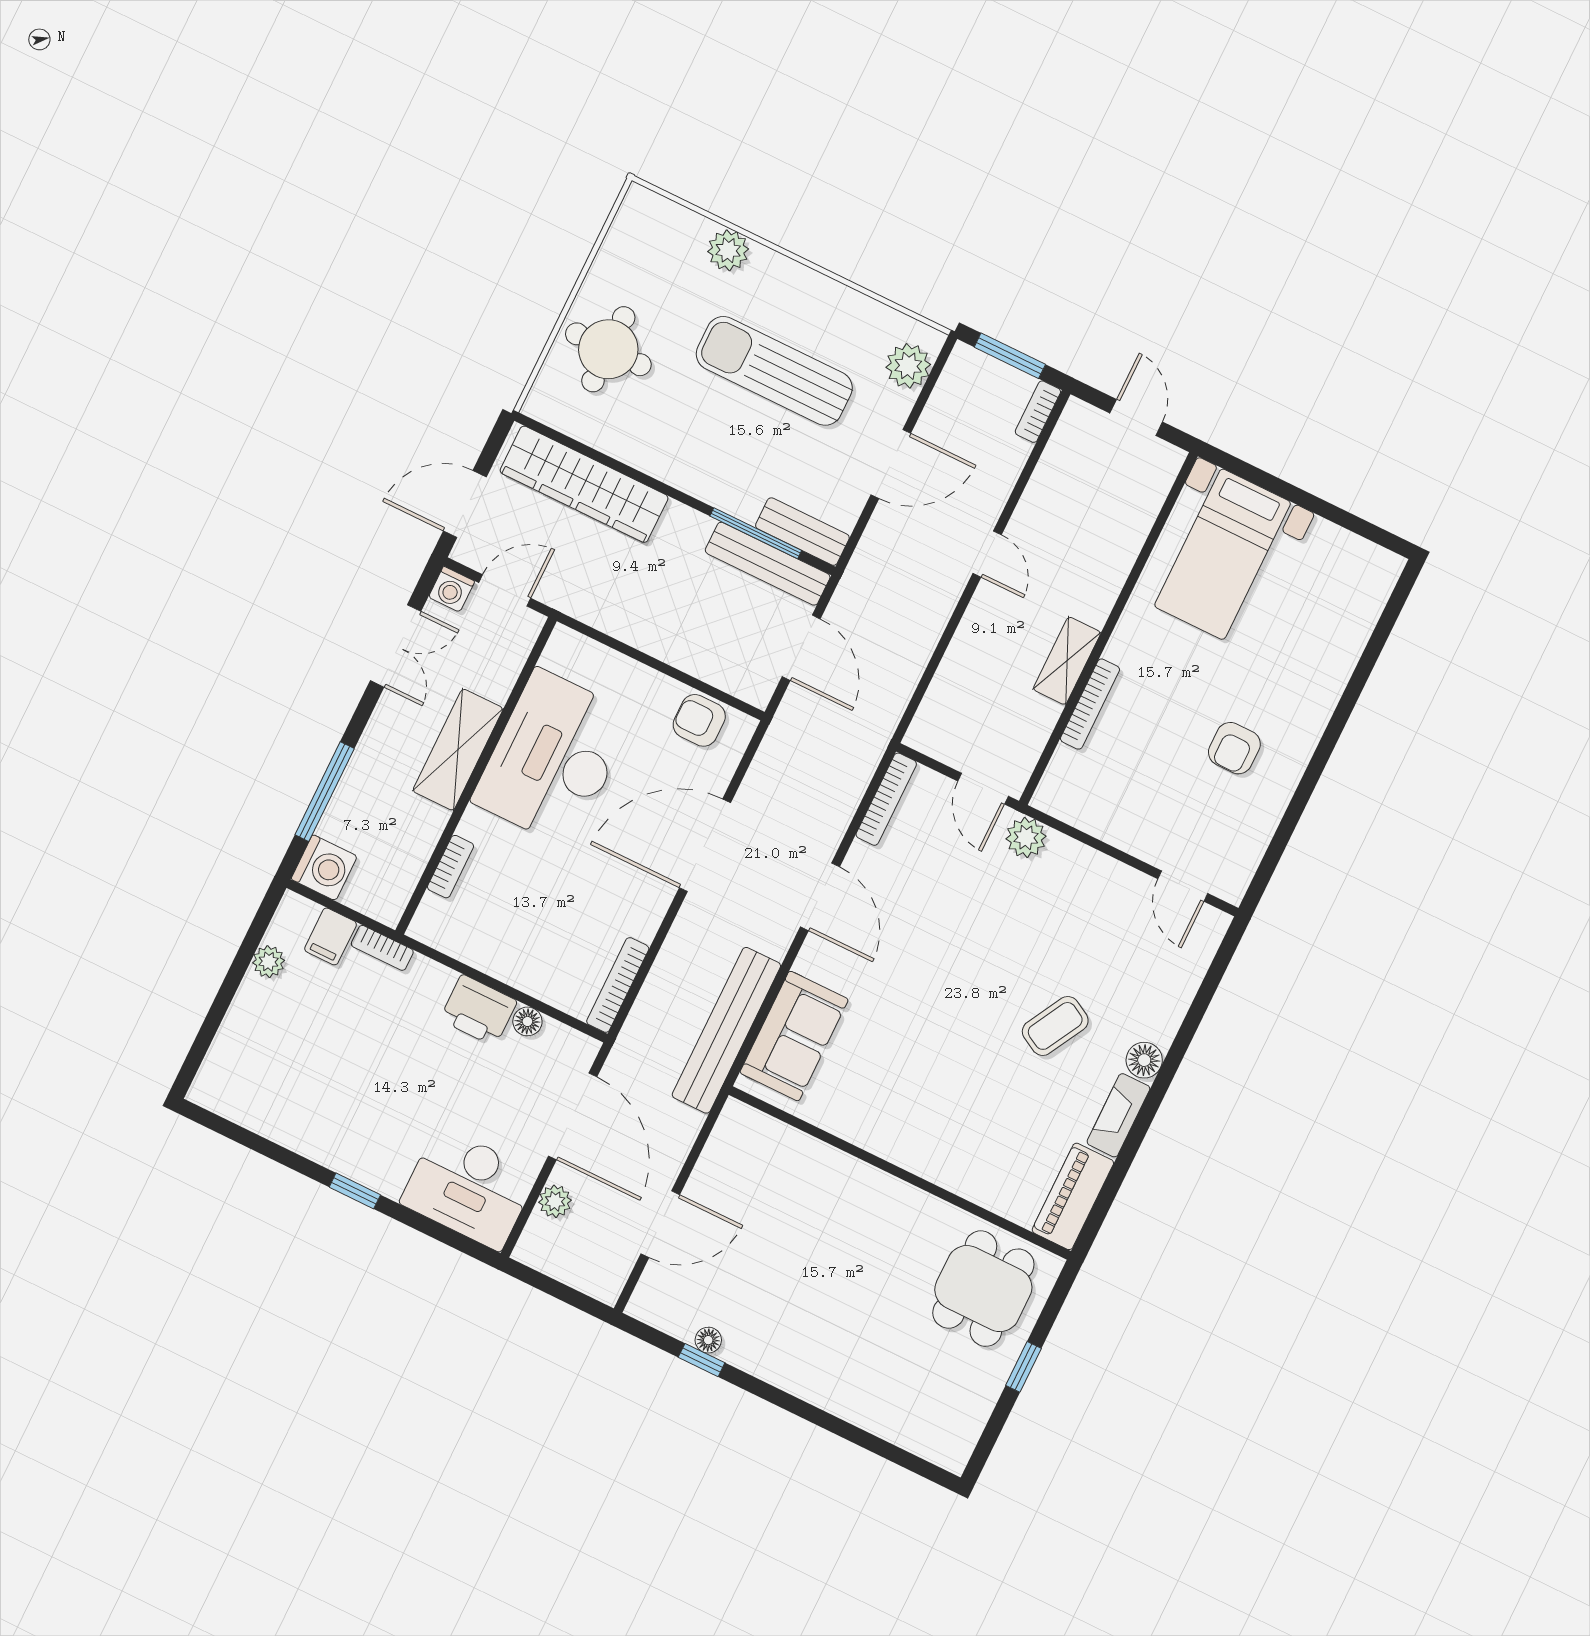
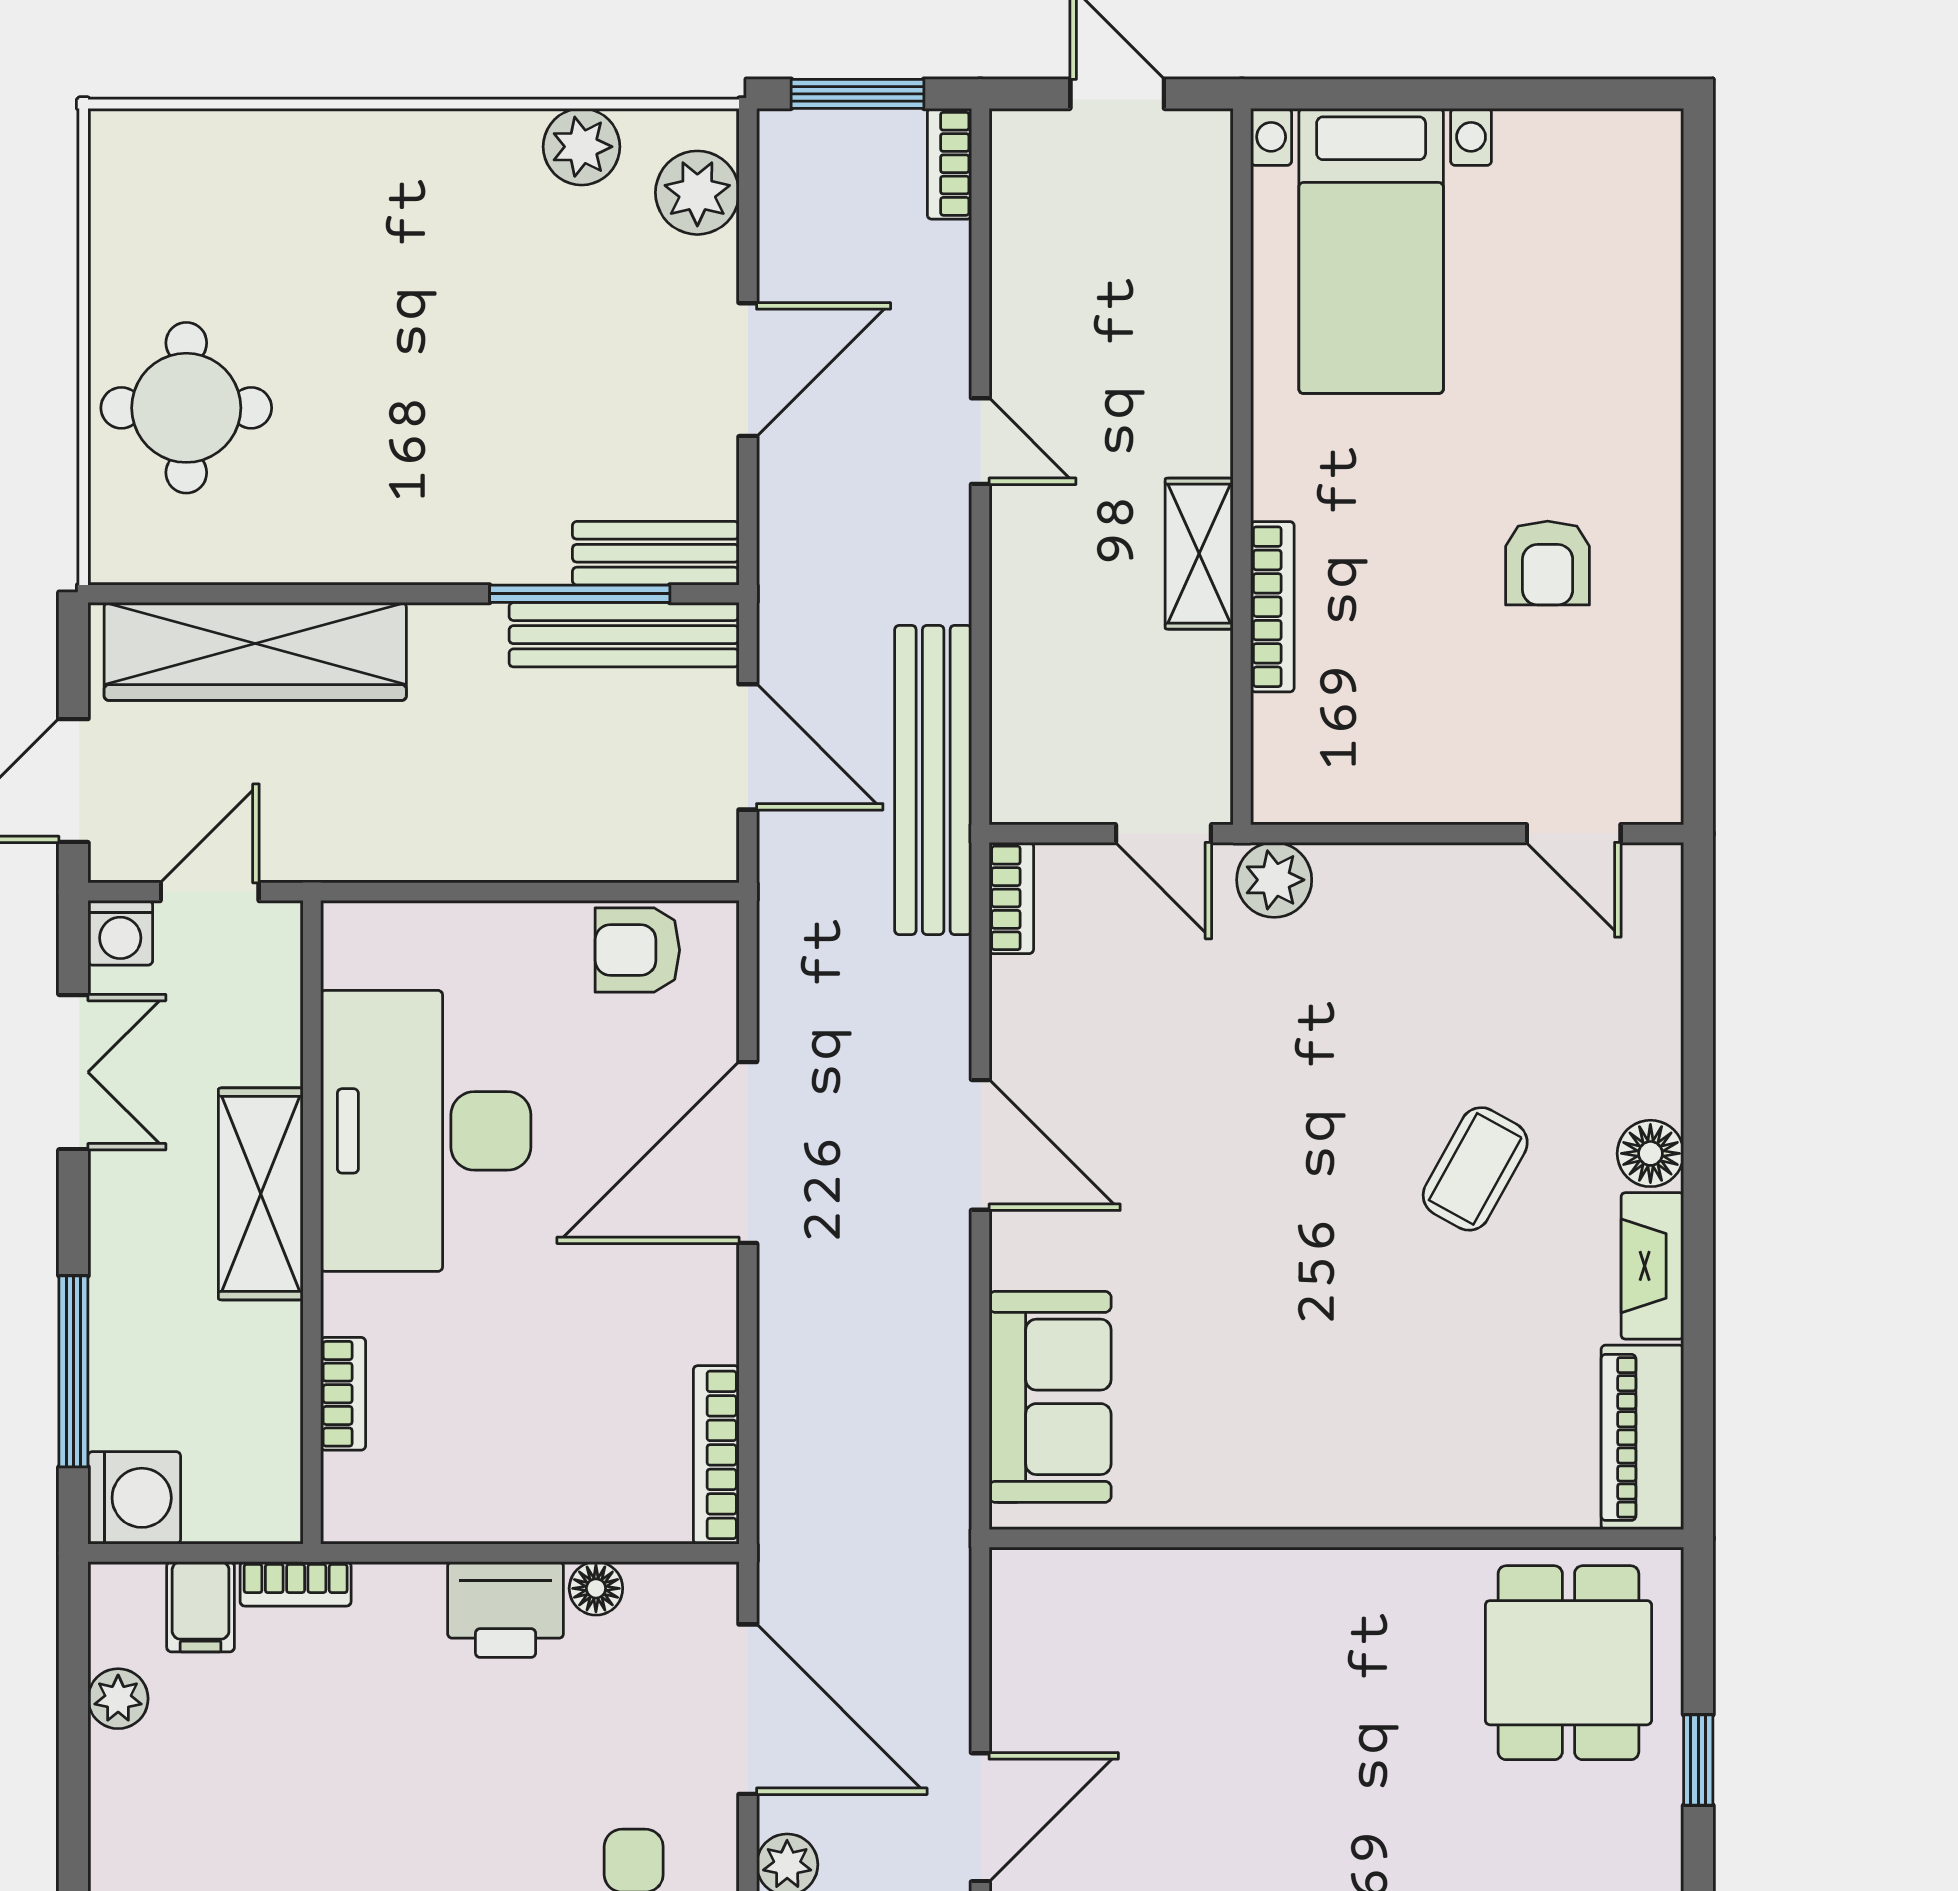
plant: (728, 250) -> (582, 147), moved
sun lounger: (774, 371) -> (479, 309), removed
bookcase: (886, 799) -> (1011, 898), width x0.64
bench: (726, 1030) -> (933, 780), moved

